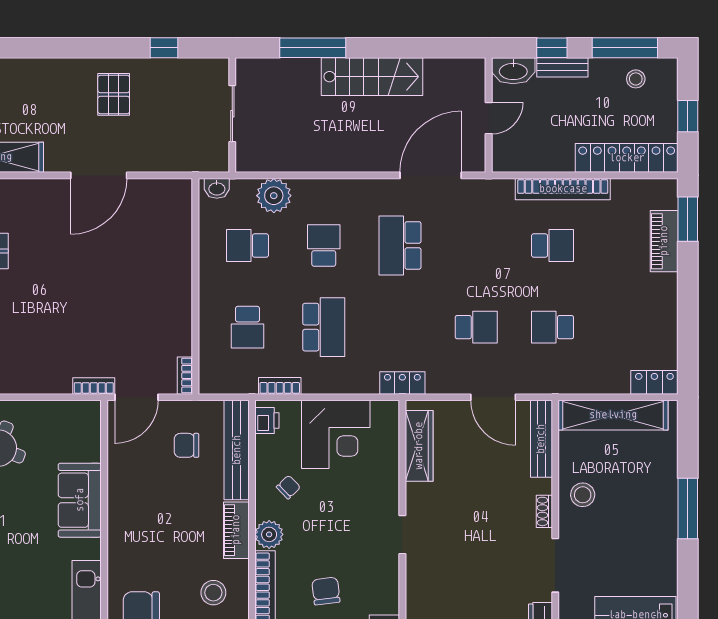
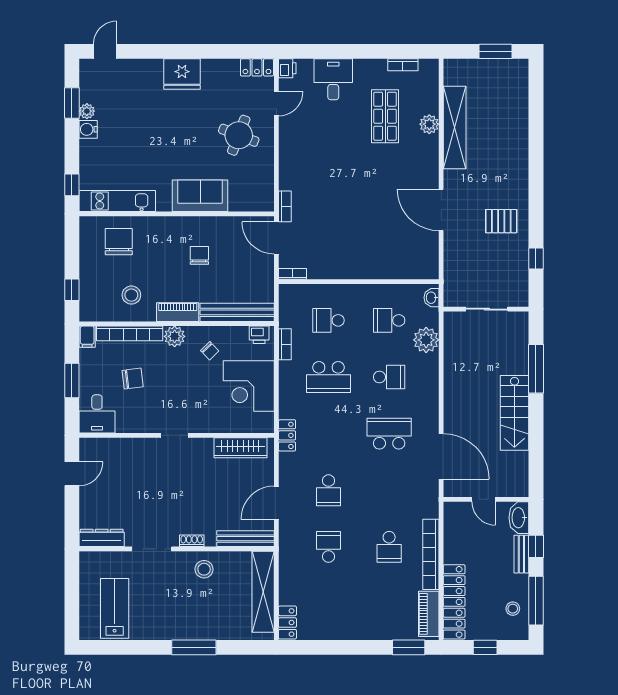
piano: (664, 241) -> (429, 614), moved, turned -90
school desk: (247, 245) -> (389, 320), turned -90
chair: (187, 445) -> (199, 255), moved

